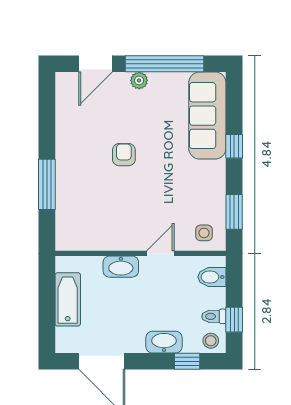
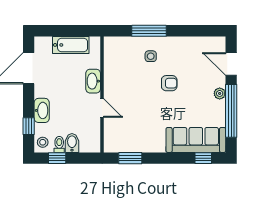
window: (234, 146) -> (203, 158), moved
side table: (204, 233) -> (151, 56), moved
bidet: (212, 277) -> (72, 143), moved

